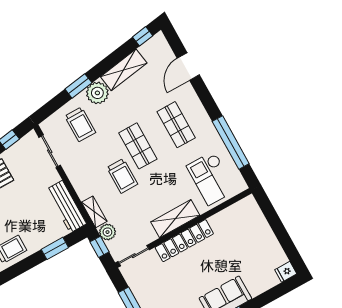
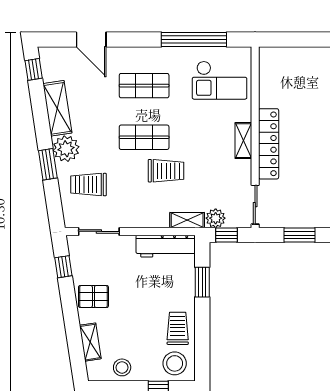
trolley: (80, 124) -> (88, 185), turned 180
shelving: (175, 219) -> (243, 141), width x0.67, depth x0.75

